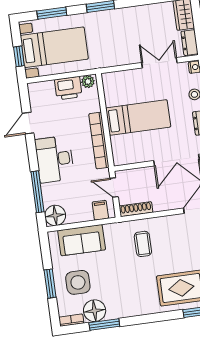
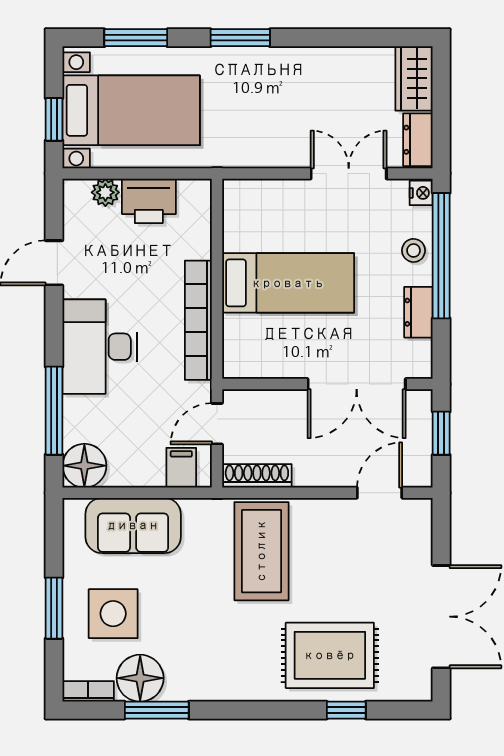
plant: (88, 82) -> (105, 192), moved
door: (114, 187) -> (217, 424), hinge flipped
coffee table: (143, 244) -> (261, 551), width x1.86, depth x1.72

